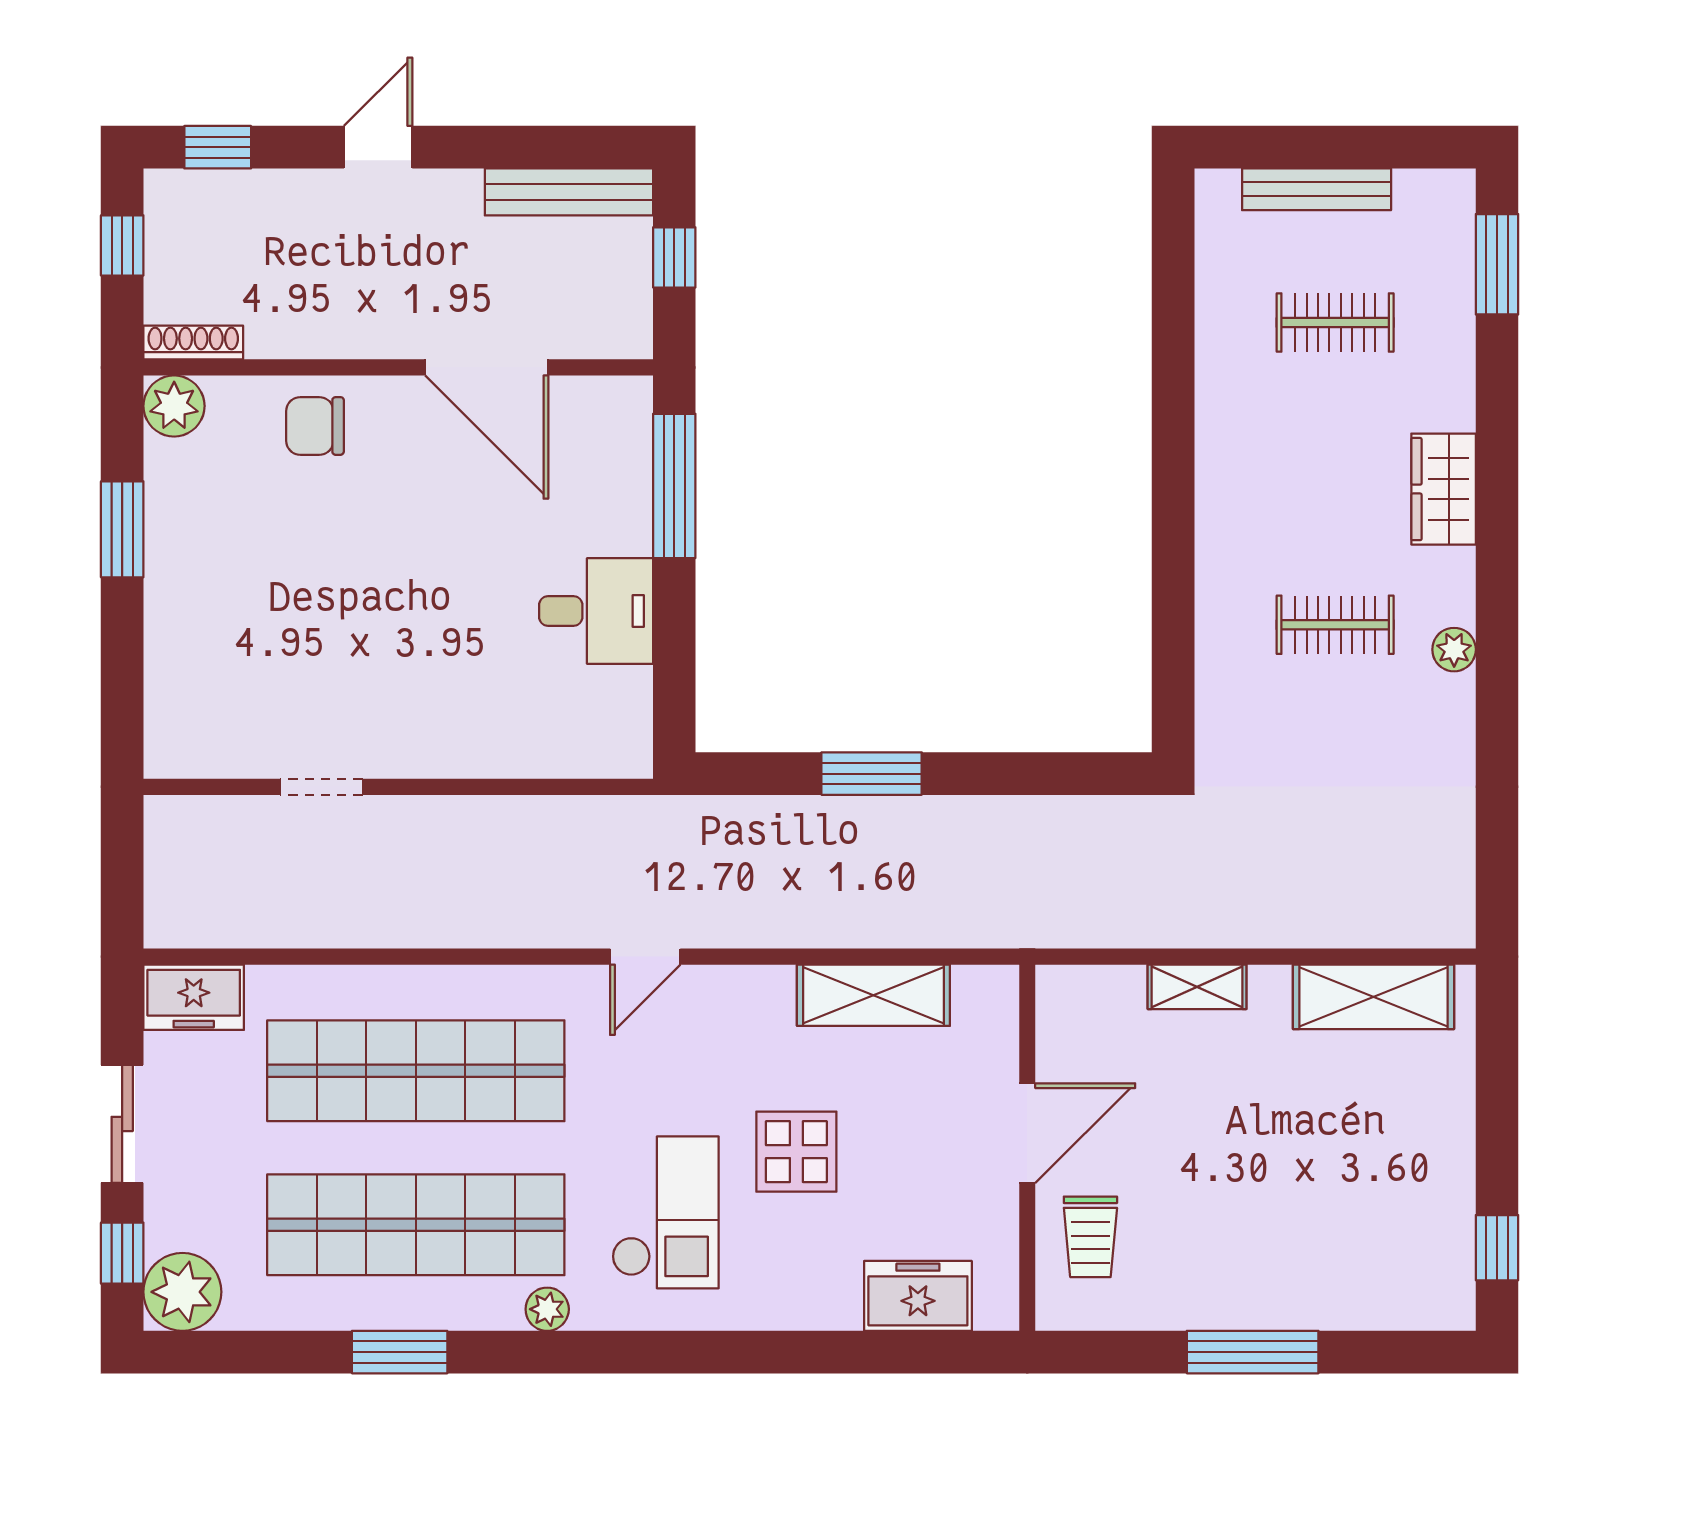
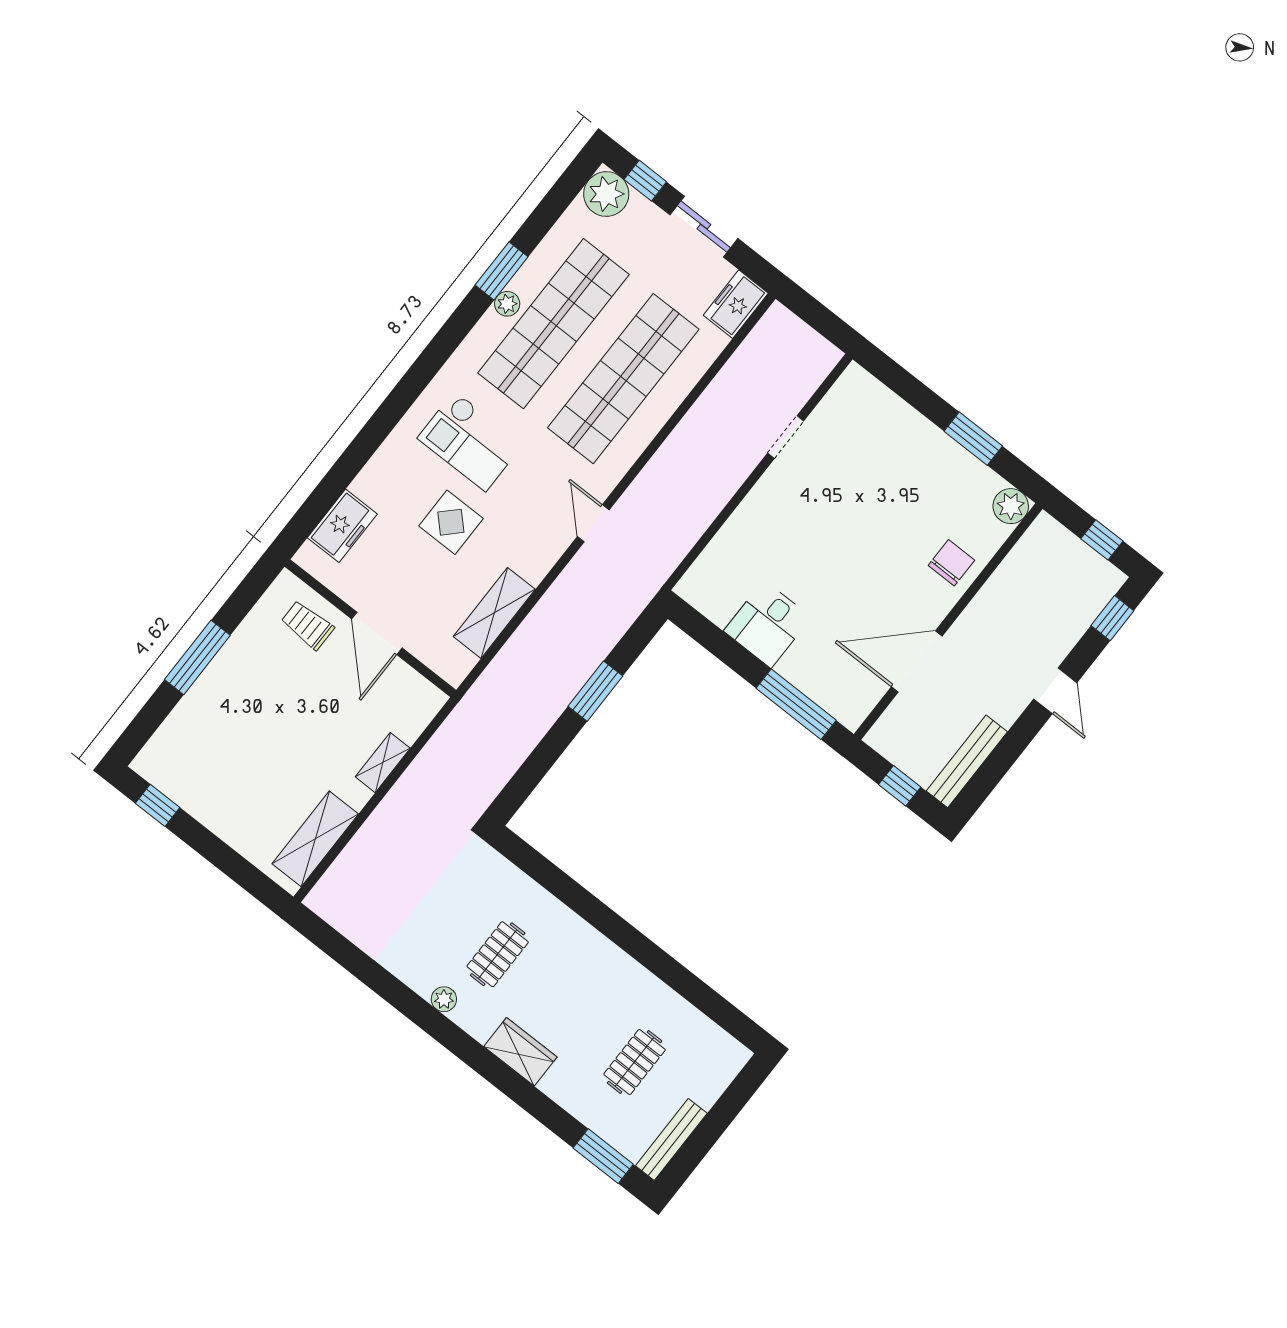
bench: (1317, 189) -> (671, 1139), moved
shoe rack: (193, 343) -> (1033, 537), removed
plant: (547, 1309) -> (507, 304), moved

